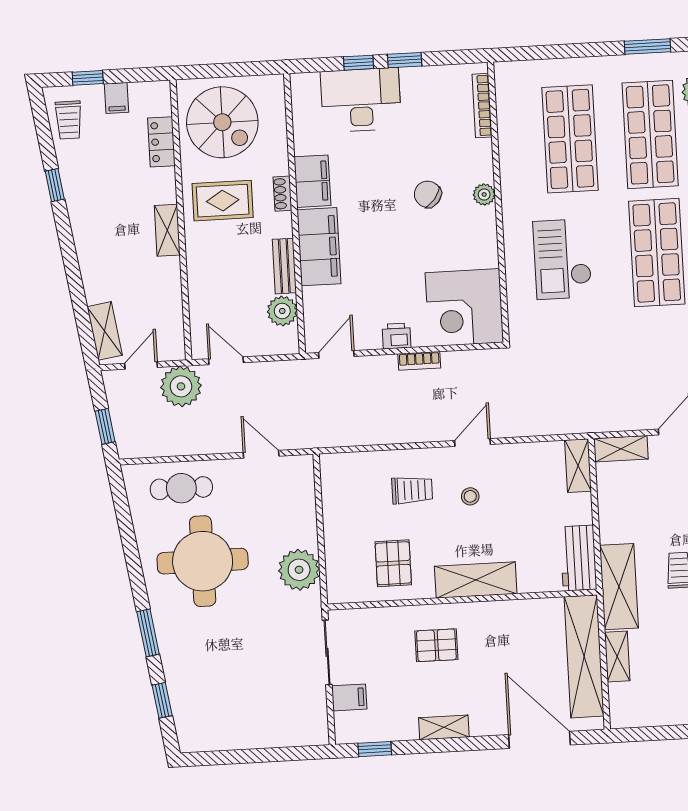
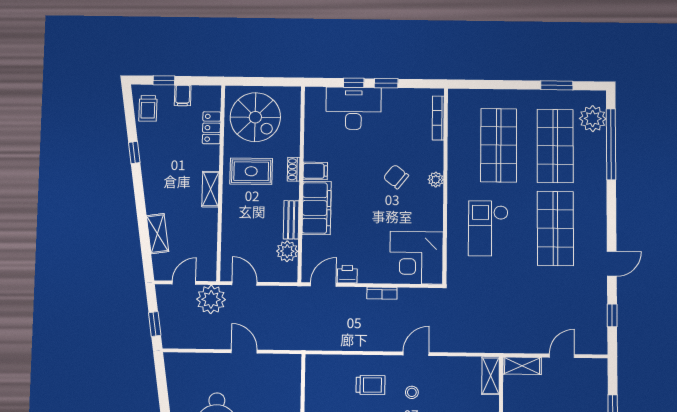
filing cabinet: (312, 181) -> (315, 171), width x0.50
shelving: (105, 331) -> (157, 234), moved
printer: (397, 336) -> (347, 274), moved
door: (261, 454) -> (244, 351), moved
cafe table: (181, 488) -> (205, 372), removed

